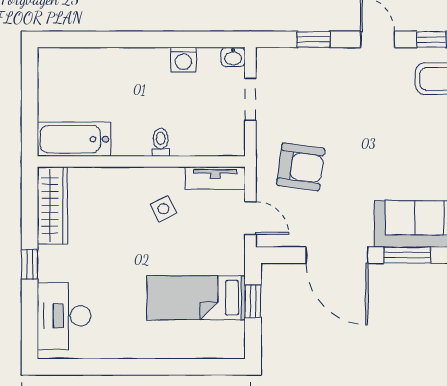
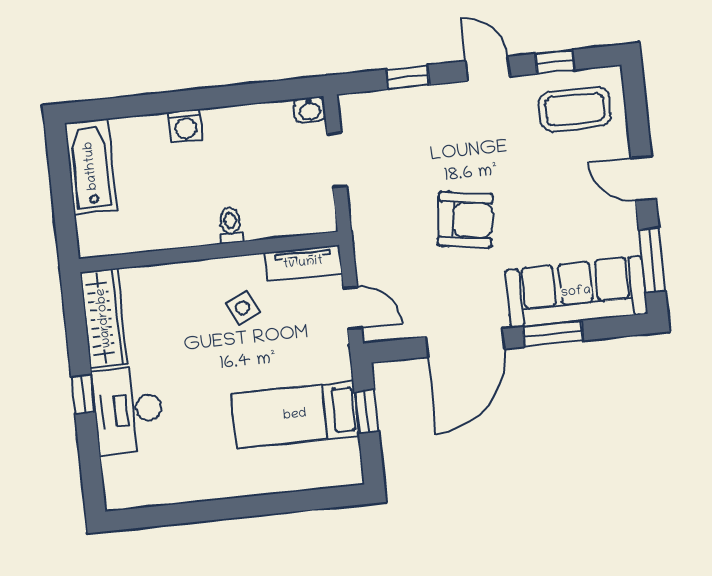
washing machine: (183, 60) -> (186, 126), moved
bathtub: (74, 139) -> (91, 166), moved, turned 90
armchair: (301, 167) -> (465, 220), moved
door: (337, 255) -> (465, 343), hinge flipped
desk: (64, 316) -> (128, 410), moved

